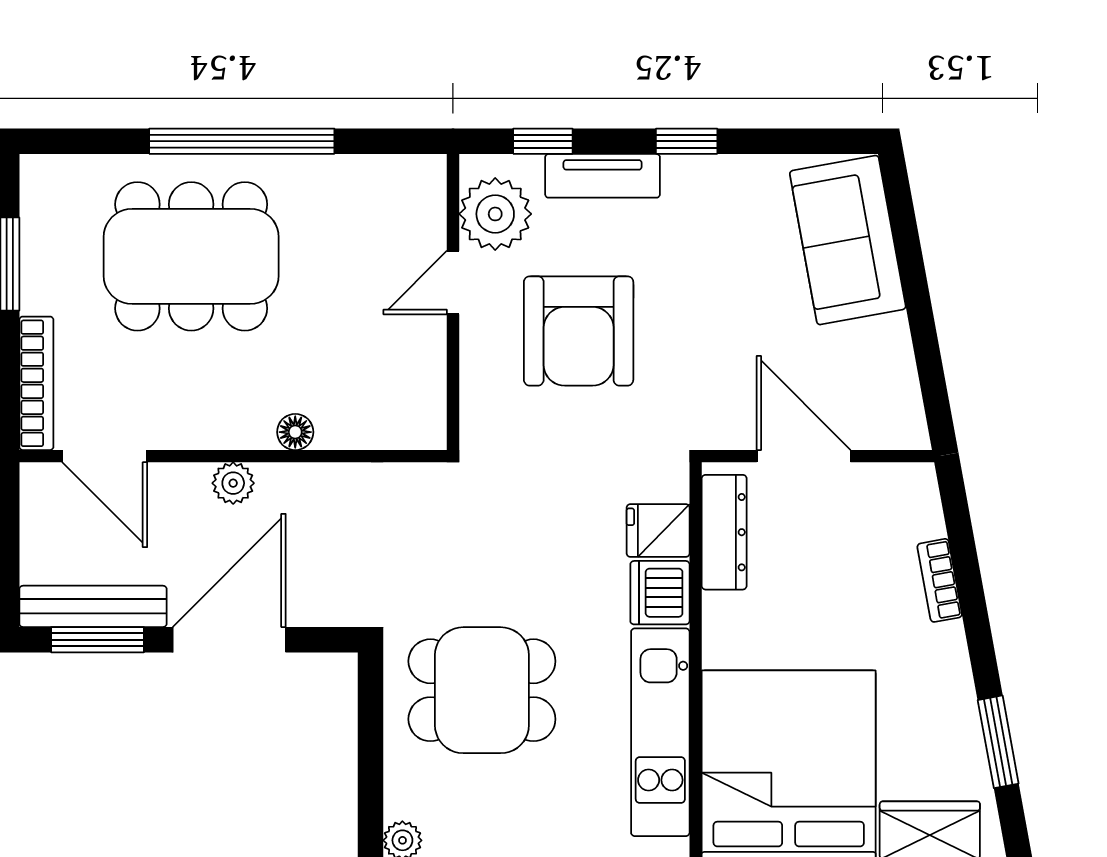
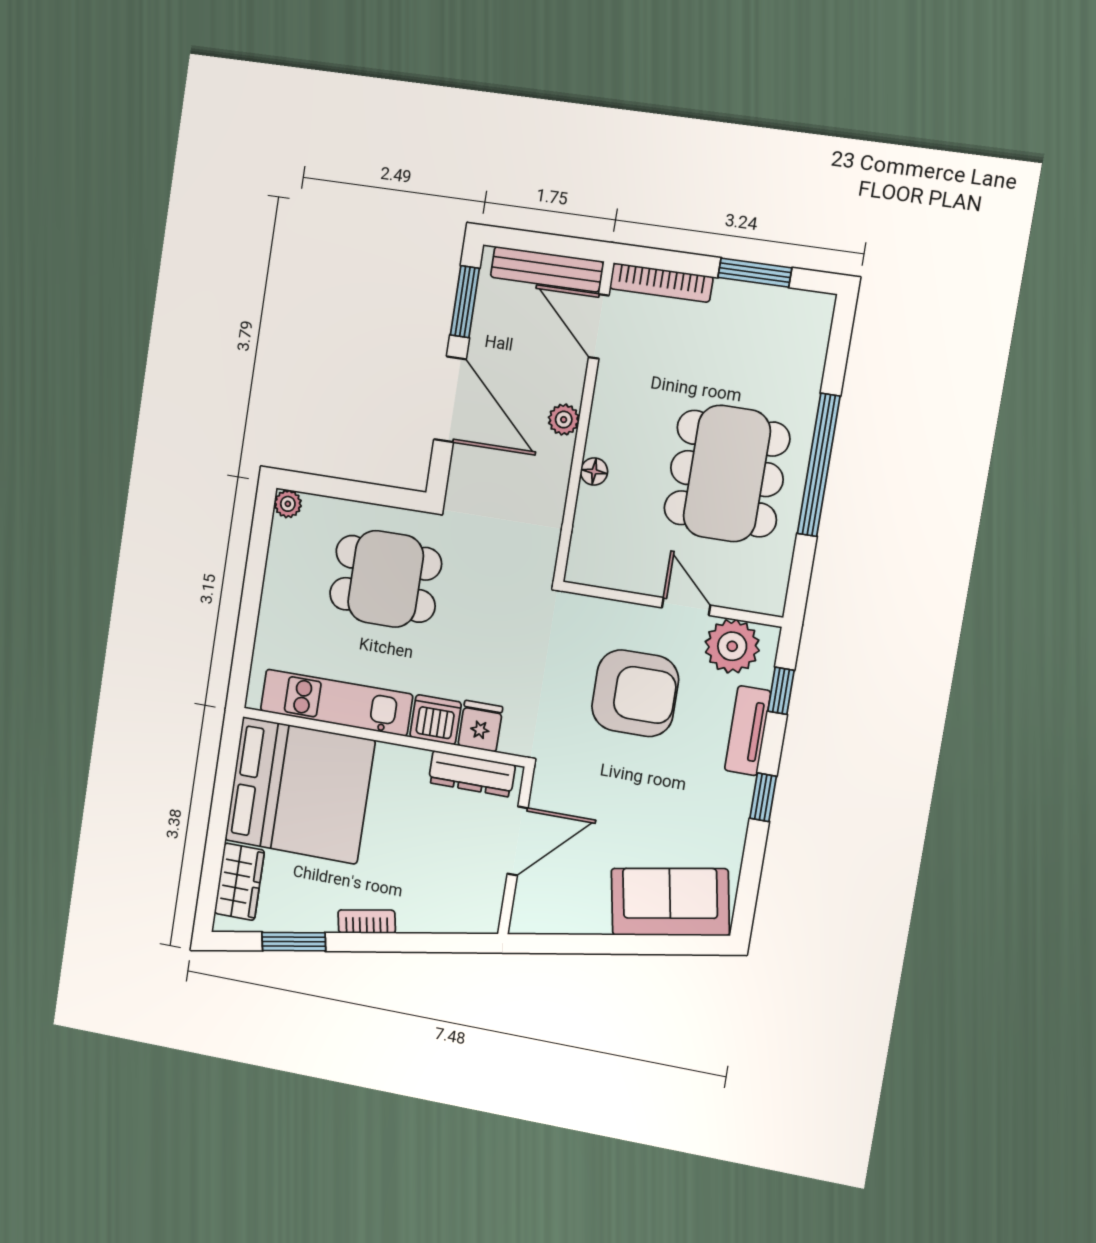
dining table: (191, 256) -> (727, 474), moved
armchair: (579, 331) -> (635, 693), turned 180
door: (105, 456) -> (599, 326), hinge flipped
bookcase: (940, 580) -> (367, 922), moved
bench: (93, 606) -> (547, 269), moved, turned 90
dining table: (482, 690) -> (386, 579), turned 90

